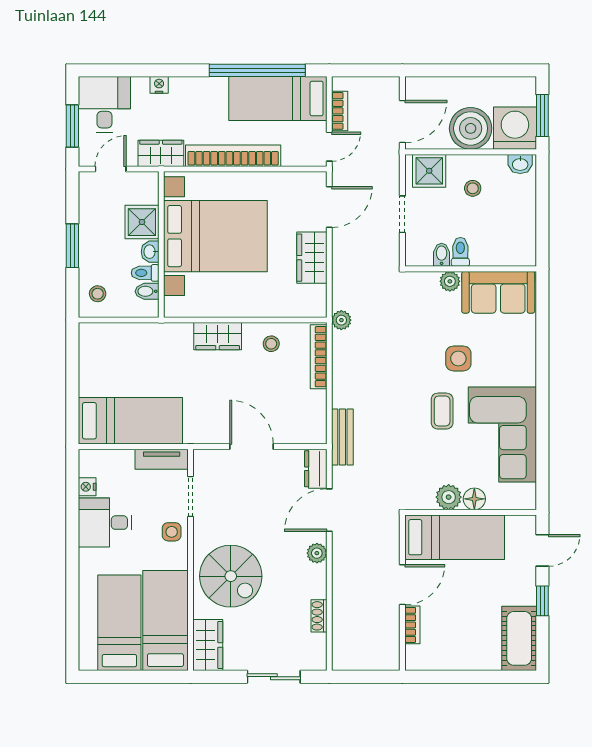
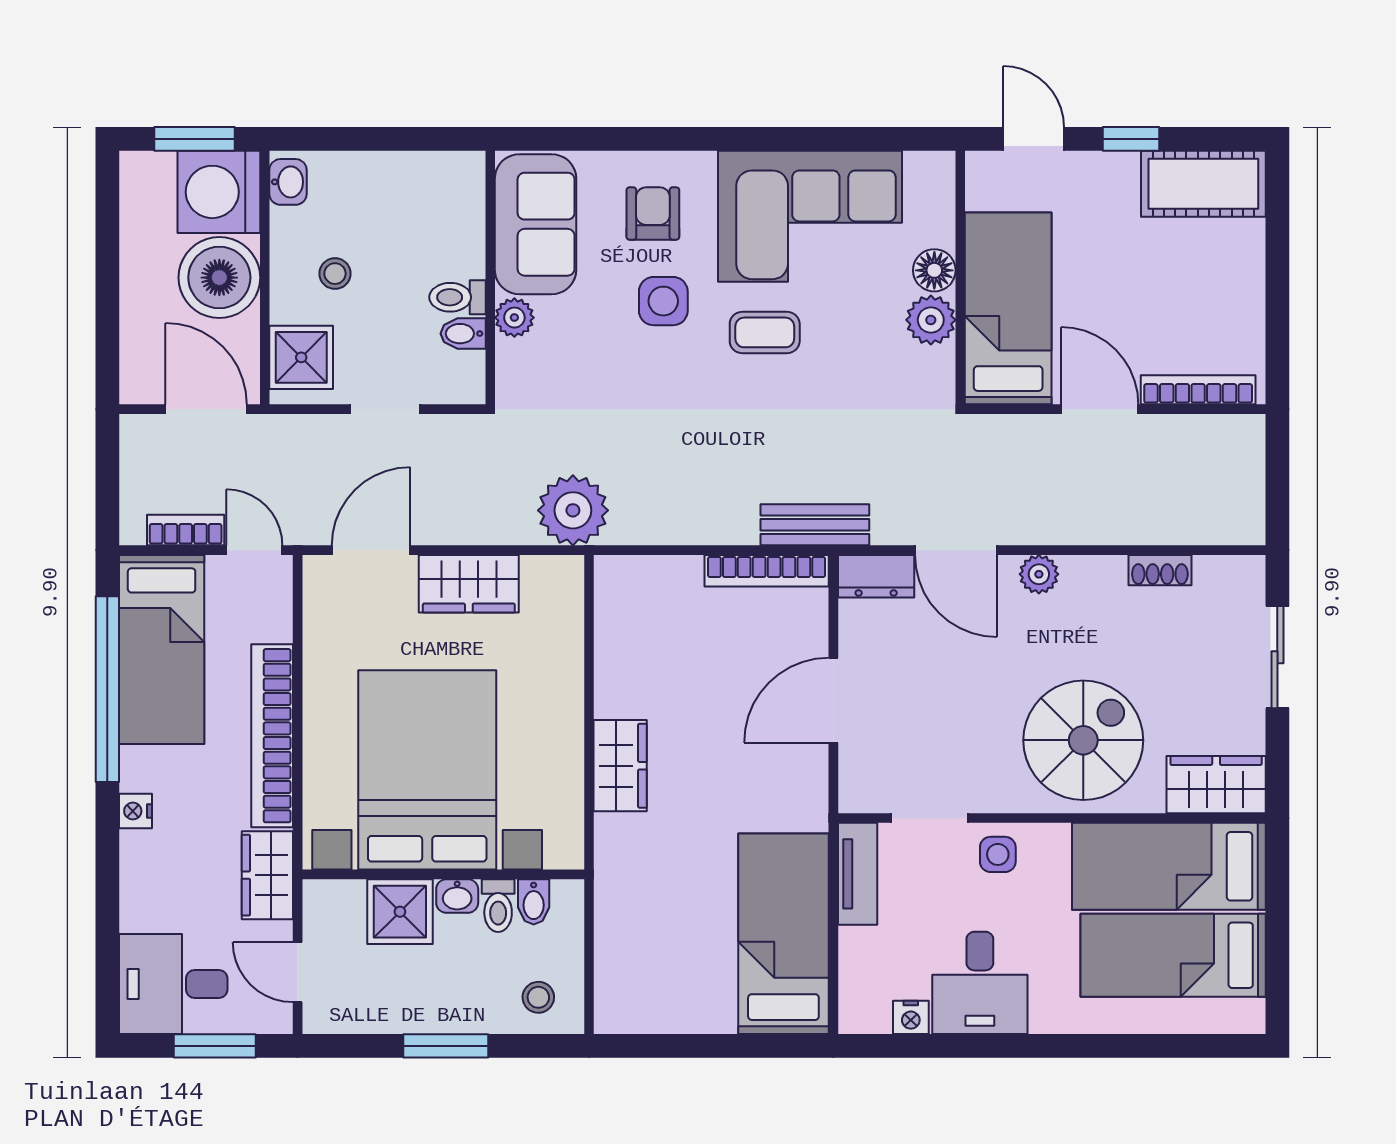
nightstand: (159, 85) -> (135, 811), moved
door: (329, 207) -> (371, 550), hinge flipped
plant: (341, 320) -> (573, 510), width x1.88, depth x1.88
stool: (271, 344) -> (635, 662), removed
armchair: (504, 353) -> (653, 213), added
bookcase: (319, 357) -> (767, 571), moved
bookcase: (412, 625) -> (1198, 390), width x1.56

